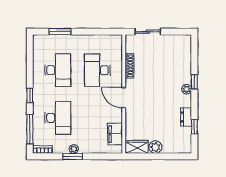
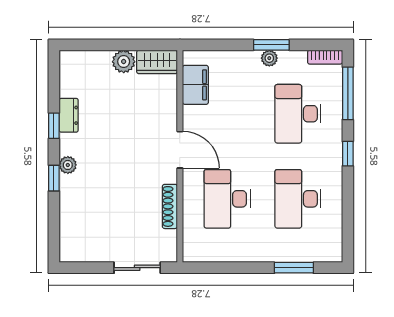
desk: (97, 70) -> (227, 199), turned 180
window: (194, 127) -> (54, 126), moved

